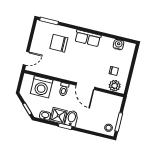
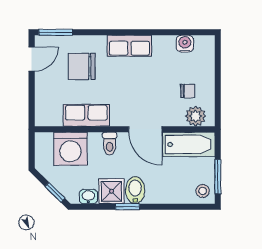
door: (26, 58) -> (32, 59), moved
row of seats: (55, 71) -> (86, 115), added
bathtub: (107, 100) -> (189, 144), added

